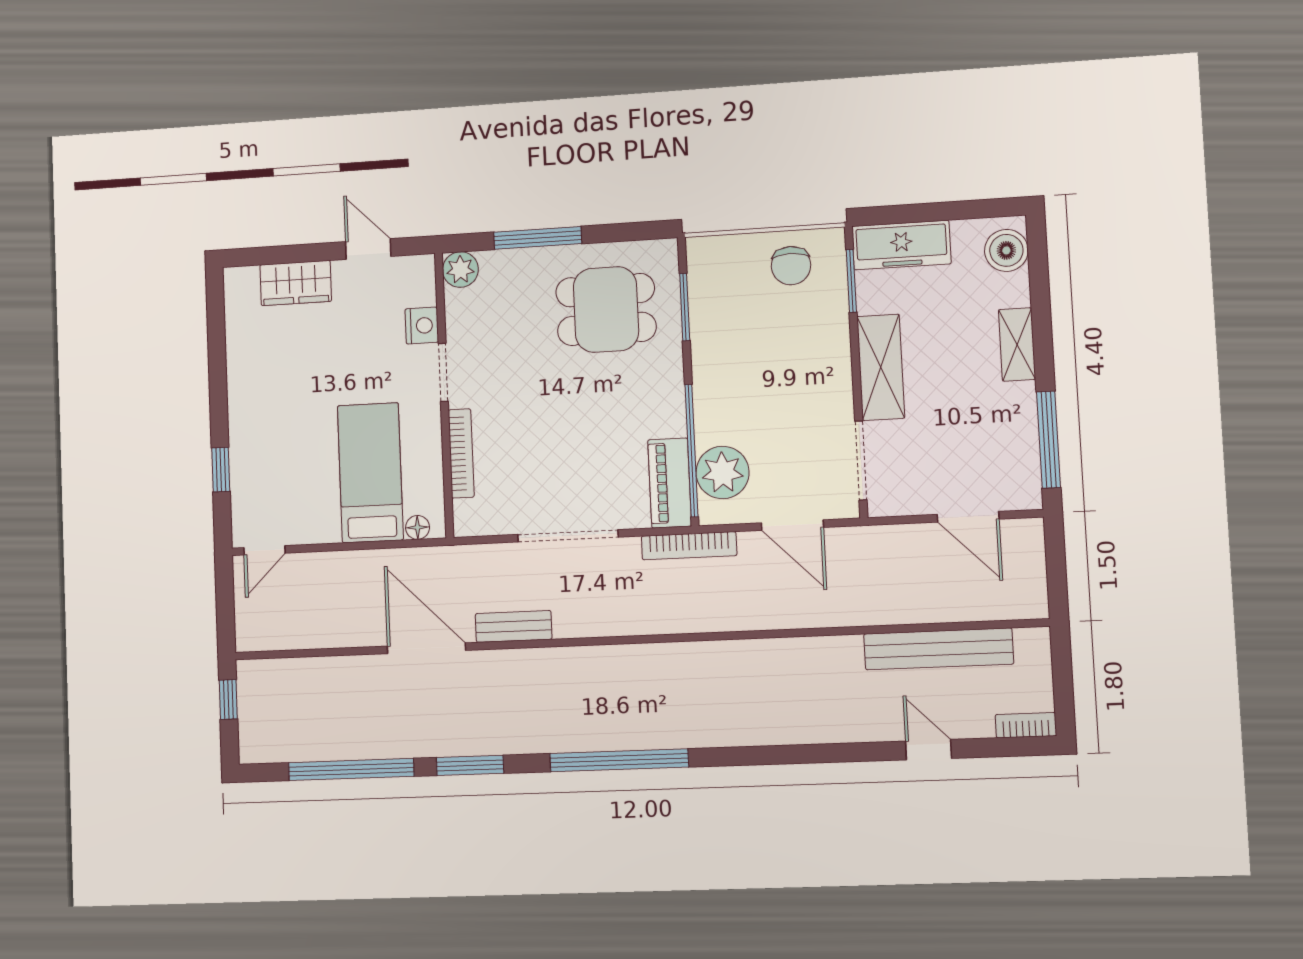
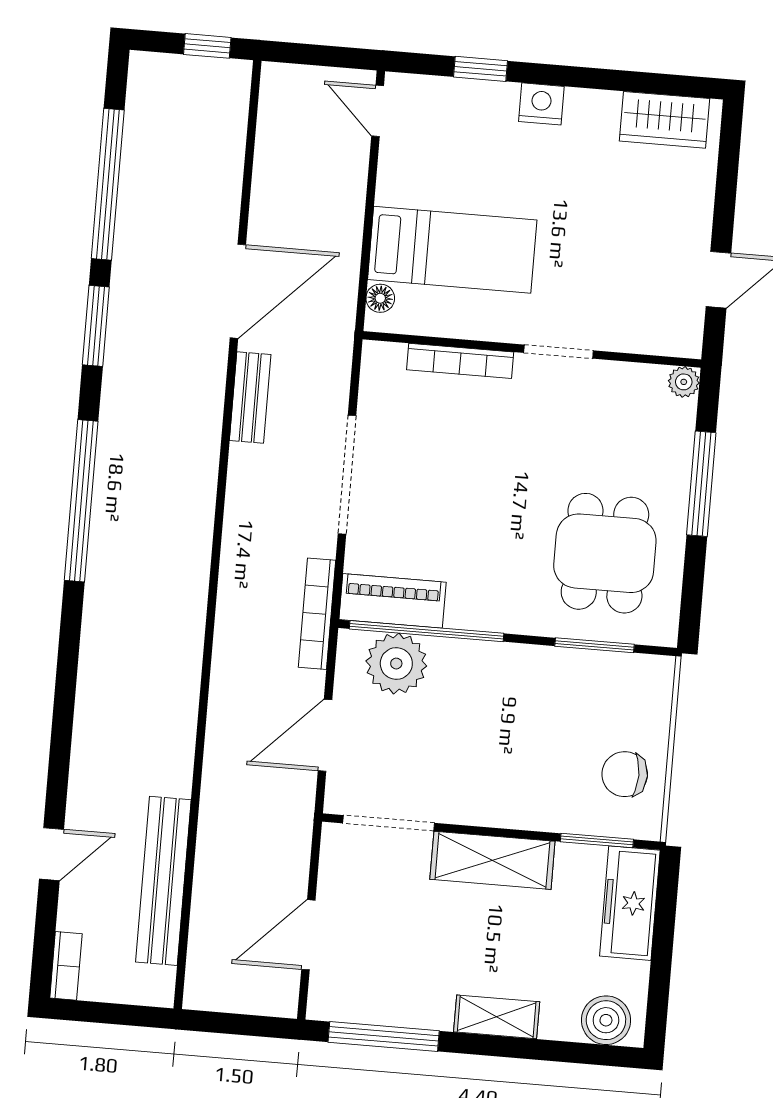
plant: (460, 270) -> (684, 382), width x0.73, depth x0.73
wardrobe: (296, 283) -> (665, 120), moved, turned -90
nightstand: (422, 326) -> (541, 104), moved, turned 180

